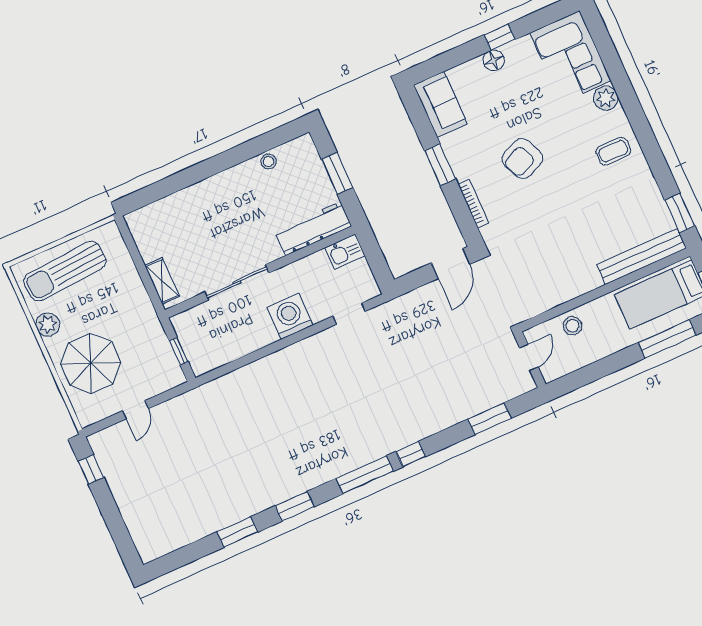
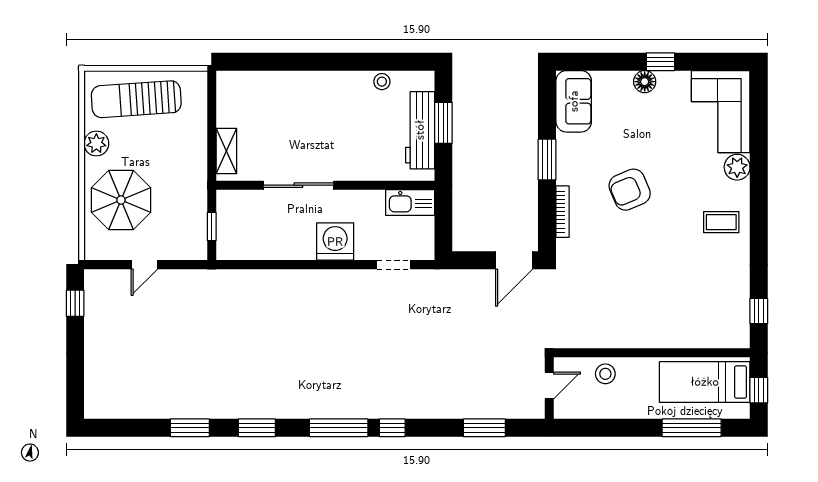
window: (680, 213) -> (759, 311), width x0.67
workbench: (313, 229) -> (420, 130), moved, turned -90
kitchen sink: (345, 252) -> (410, 203), width x1.38
bench: (642, 256) -> (703, 337), removed

